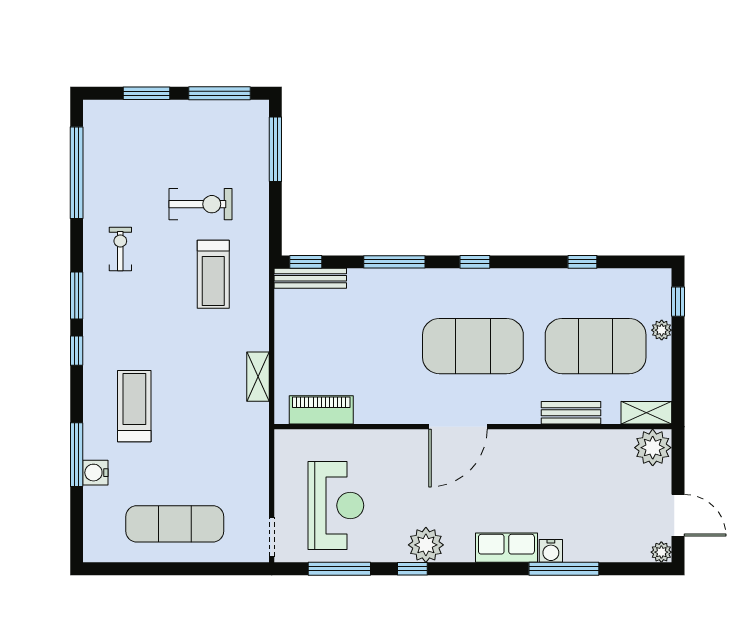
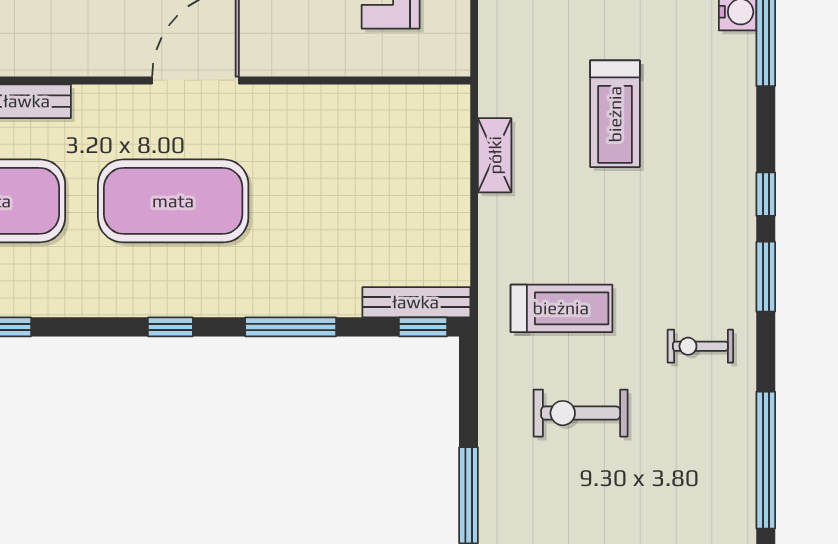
exercise bike: (120, 249) -> (700, 346), turned 90
treadmill: (213, 274) -> (561, 308), turned 90
treadmill: (134, 406) -> (615, 114), moved
piano: (321, 410) -> (400, 106), removed

